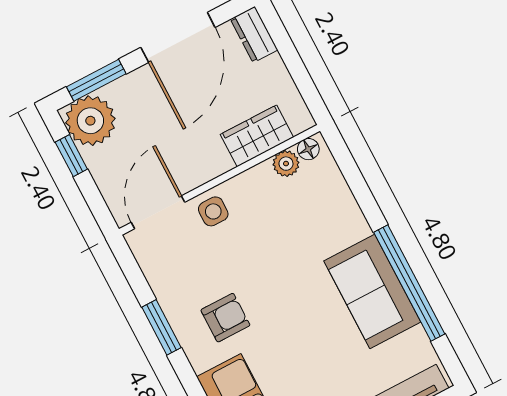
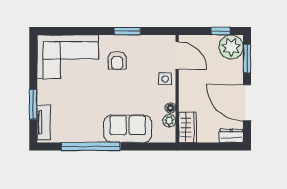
wardrobe: (257, 136) -> (187, 127), moved
floor lamp: (308, 149) -> (170, 108), moved
sofa: (372, 292) -> (128, 129), moved

